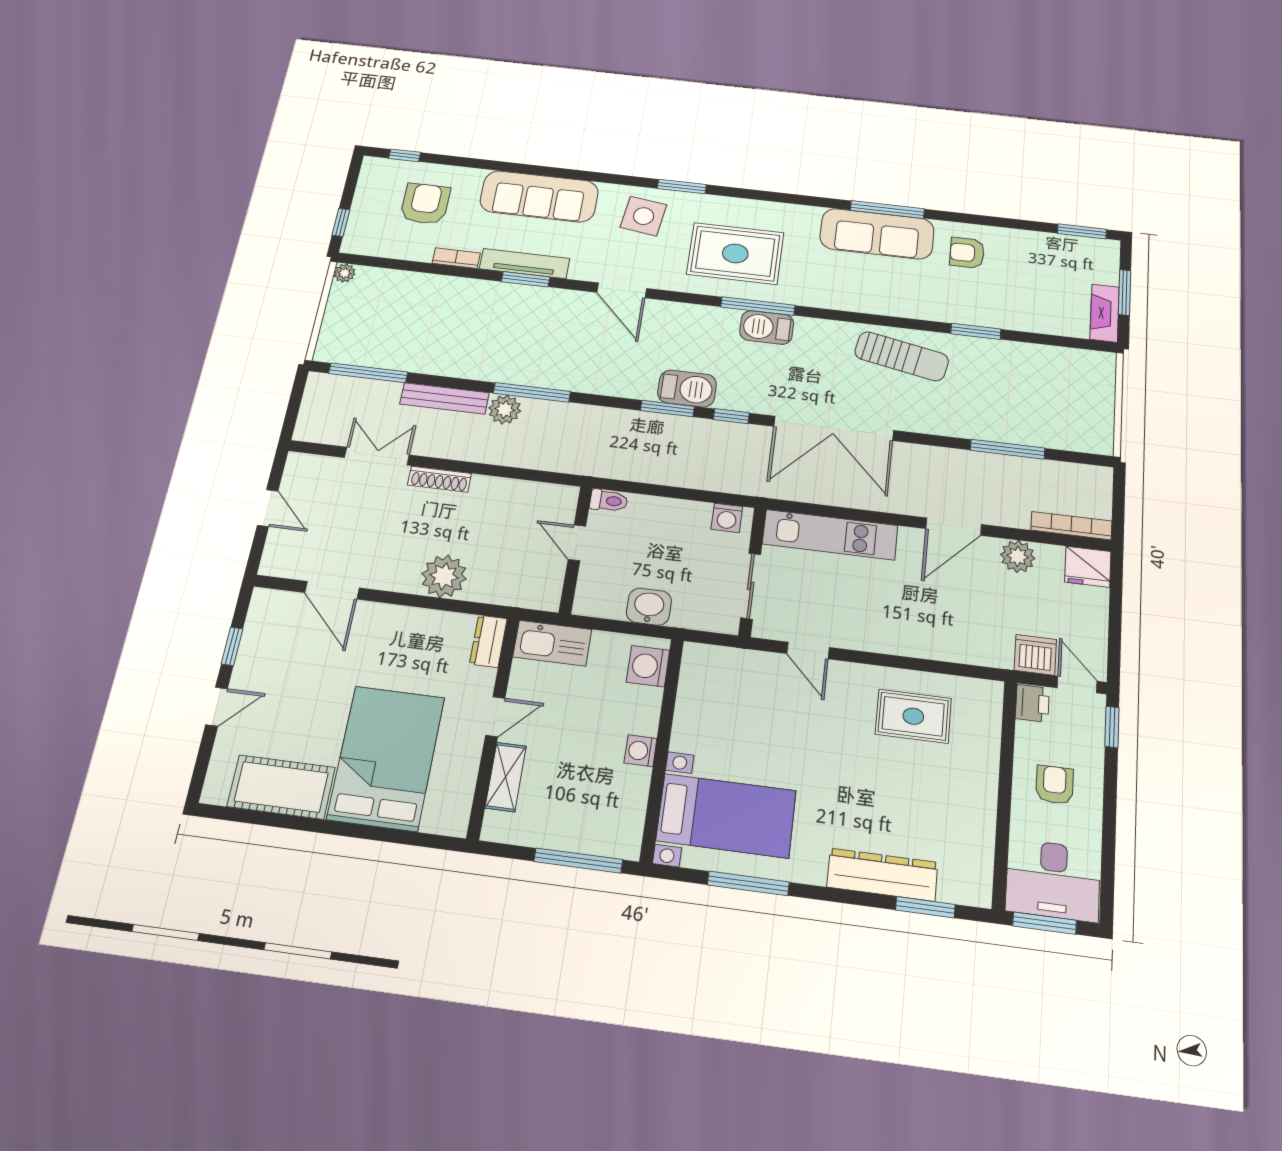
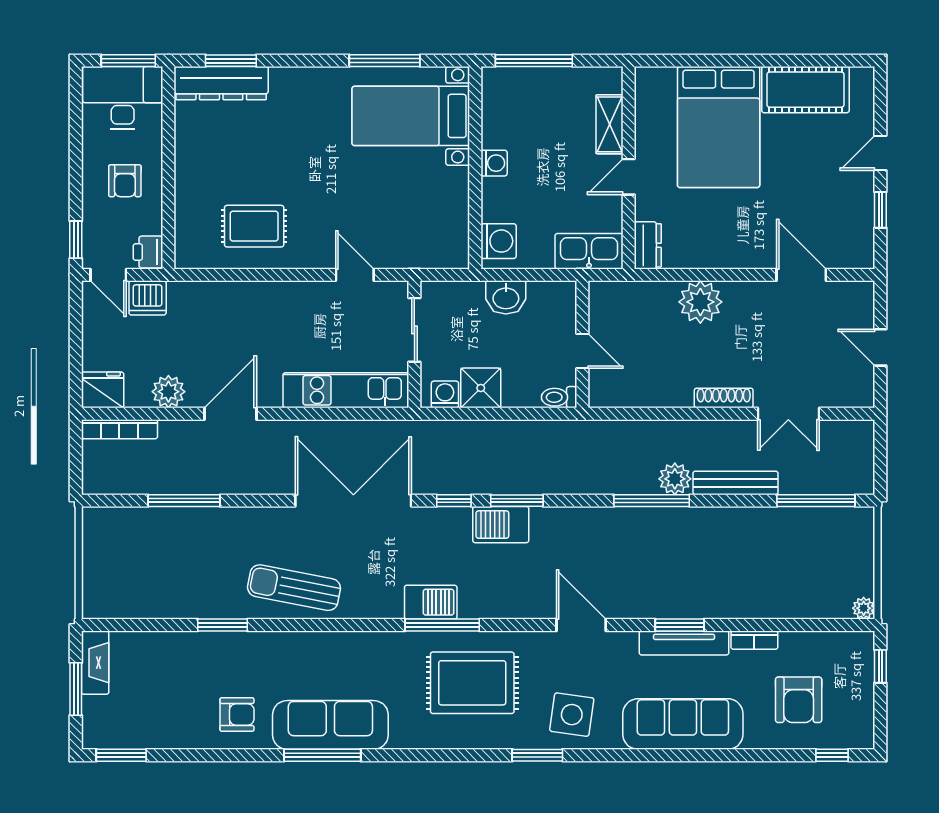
shower: (689, 520) -> (481, 388), added
dresser: (882, 875) -> (221, 83), moved

